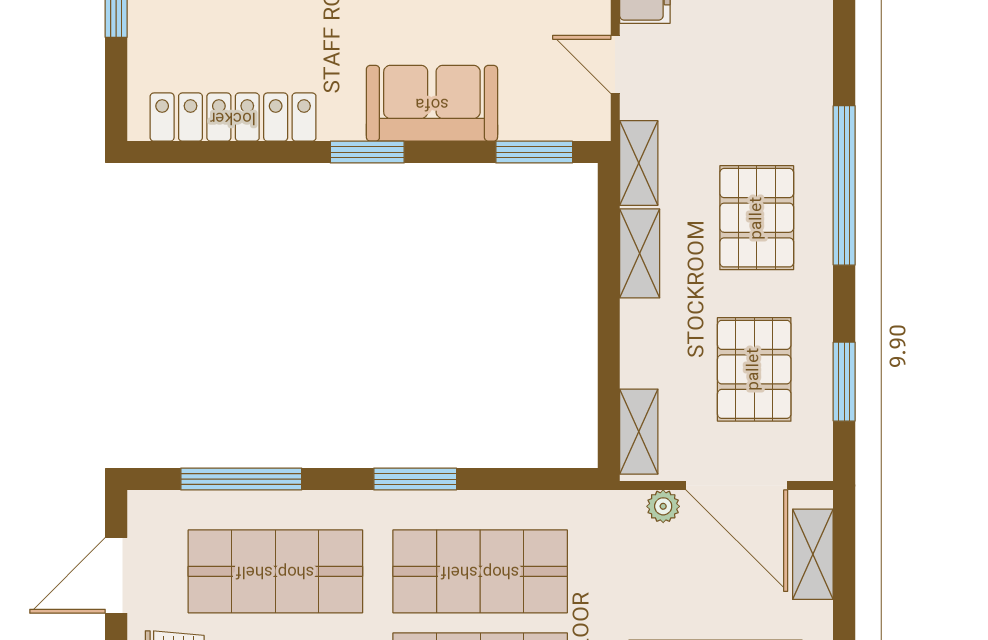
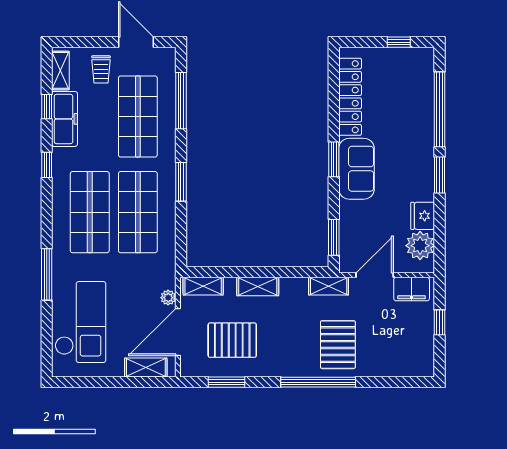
door: (615, 64) -> (375, 275), width x1.38
sofa: (432, 103) -> (356, 169), moved
pallet: (757, 218) -> (338, 345), moved, turned 90
shelving: (640, 253) -> (258, 287), moved

